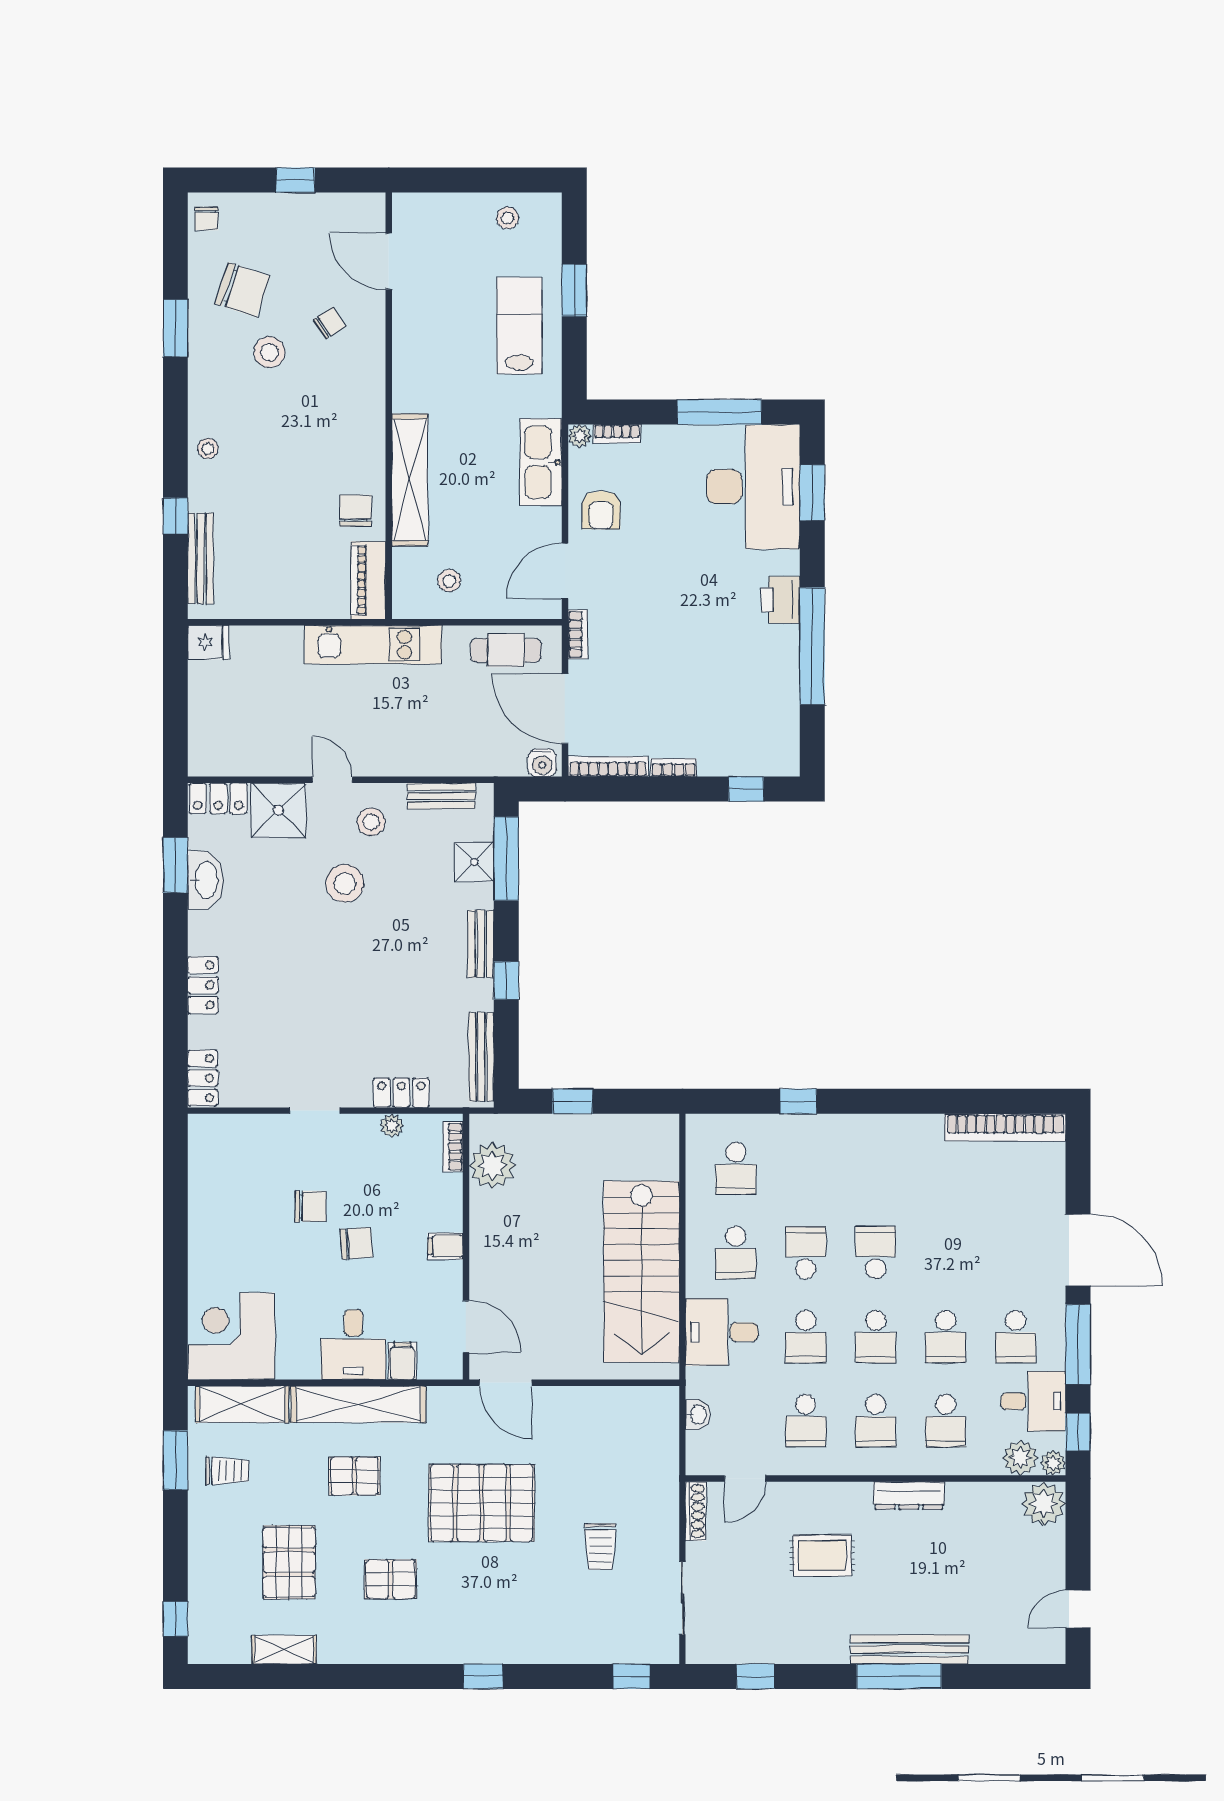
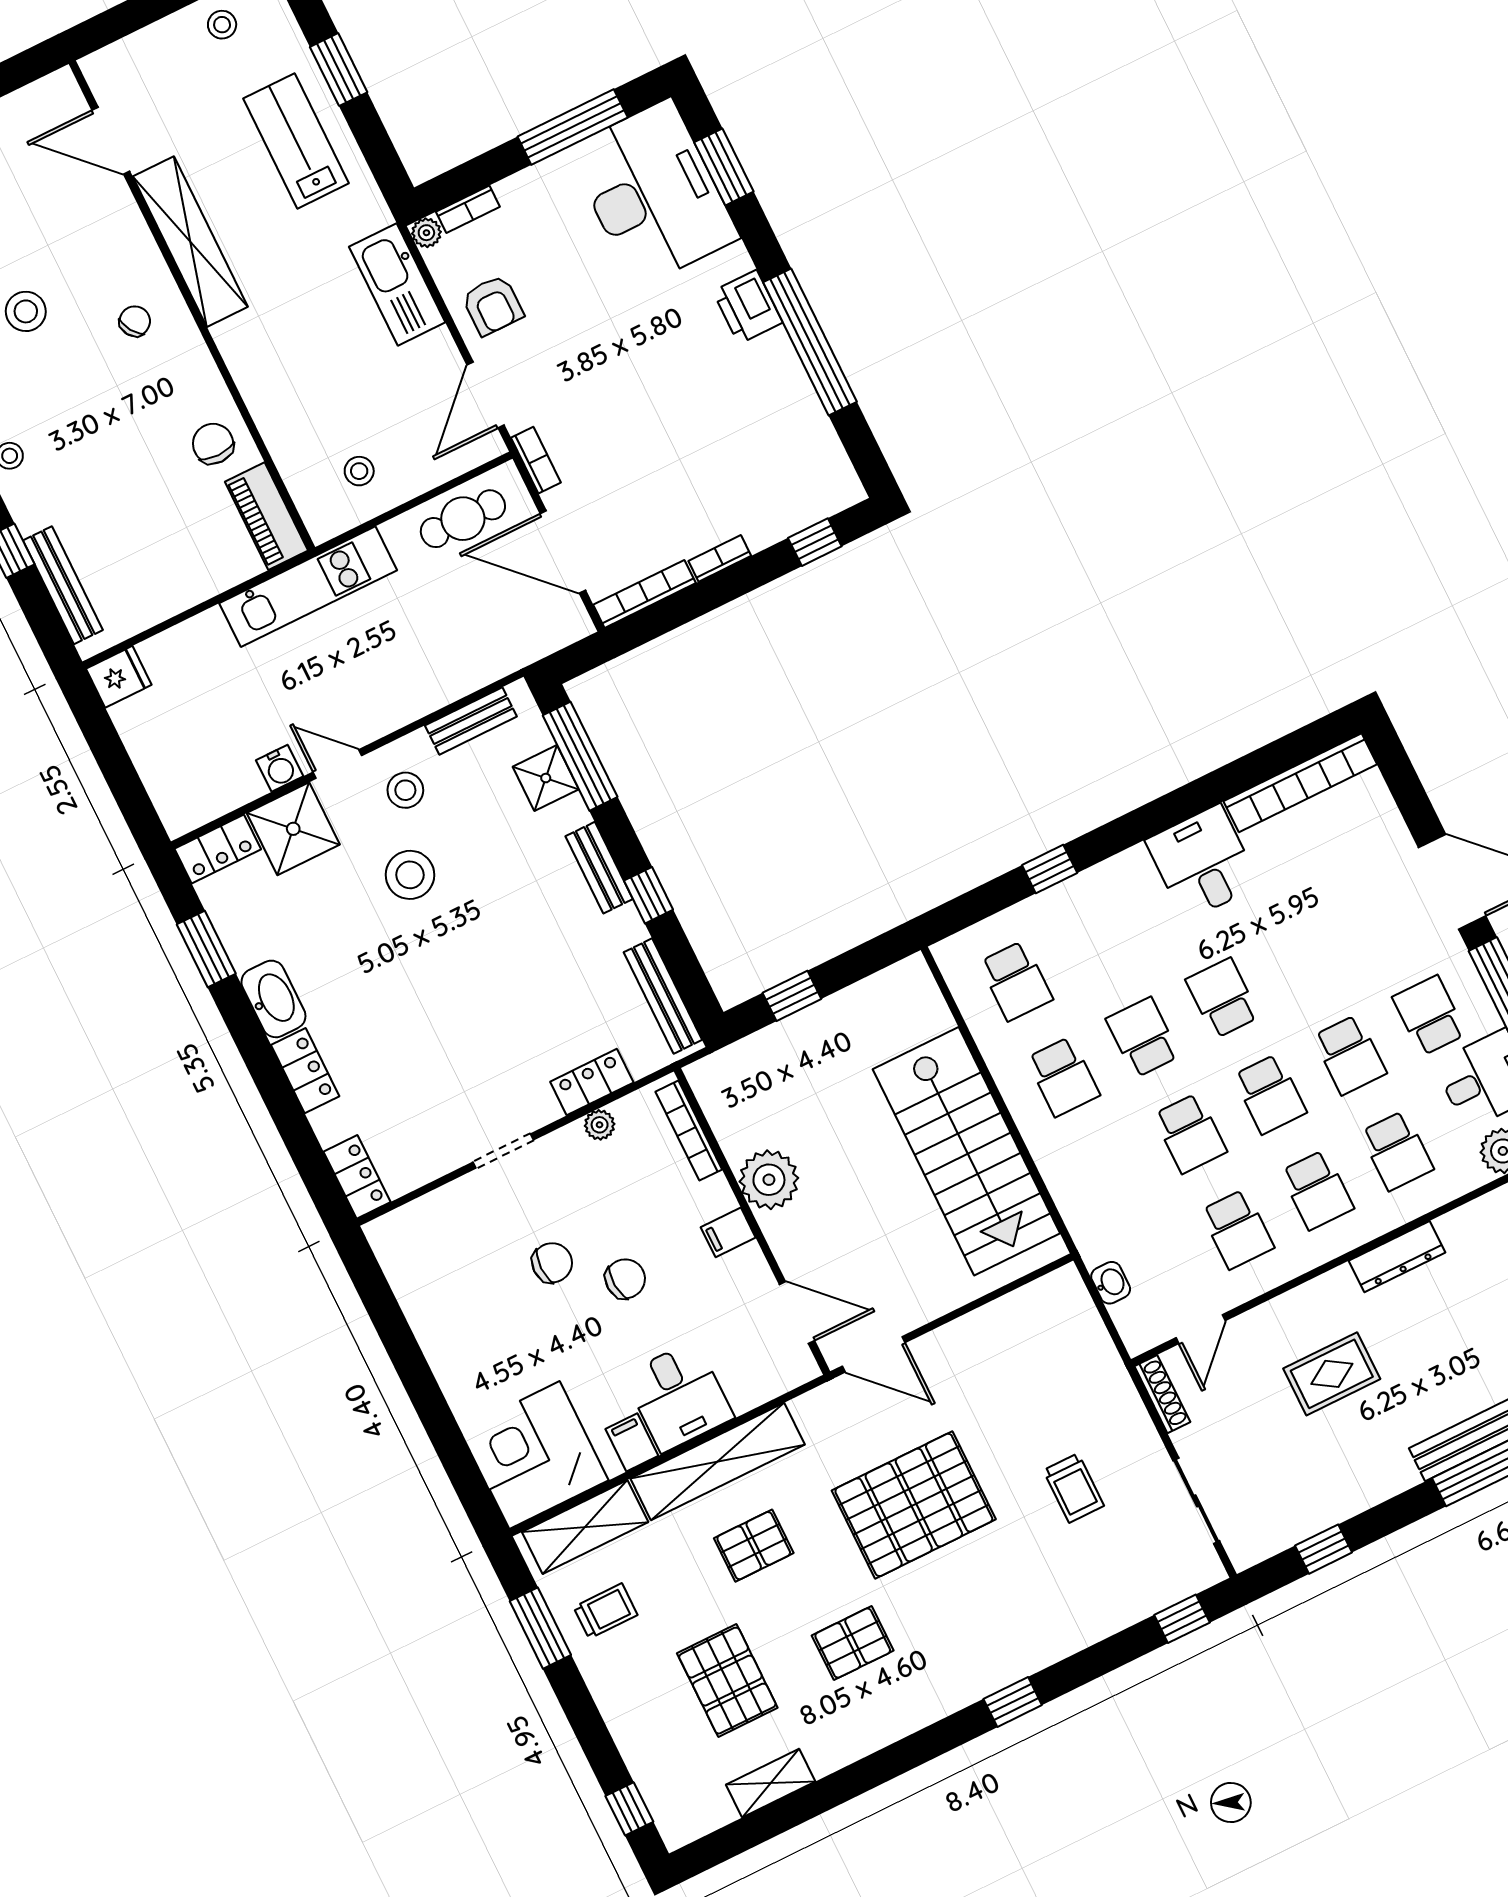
chair: (329, 323) -> (135, 321), moved
shelving: (410, 480) -> (190, 242), moved
water cooler: (542, 763) -> (280, 768), moved
washbasin: (205, 880) -> (273, 999), moved
bookcase: (453, 1147) -> (689, 1131), width x1.56
plant: (492, 1166) -> (769, 1180), moved
desk: (722, 1332) -> (1203, 863), moved, turned 90
school desk: (1015, 1337) -> (1429, 1016), turned 180
filing cabinet: (402, 1361) -> (632, 1442), moved

